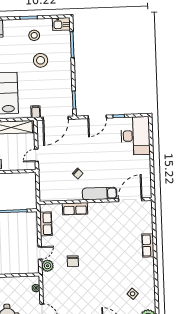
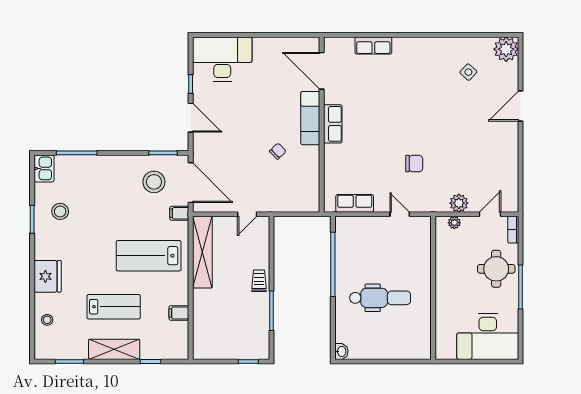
stool: (41, 60) -> (154, 182), moved
door: (37, 155) -> (247, 214), hinge flipped
row of seats: (75, 209) -> (333, 124), moved
row of seats: (148, 245) -> (373, 45), moved
plant: (48, 266) -> (459, 203), moved

